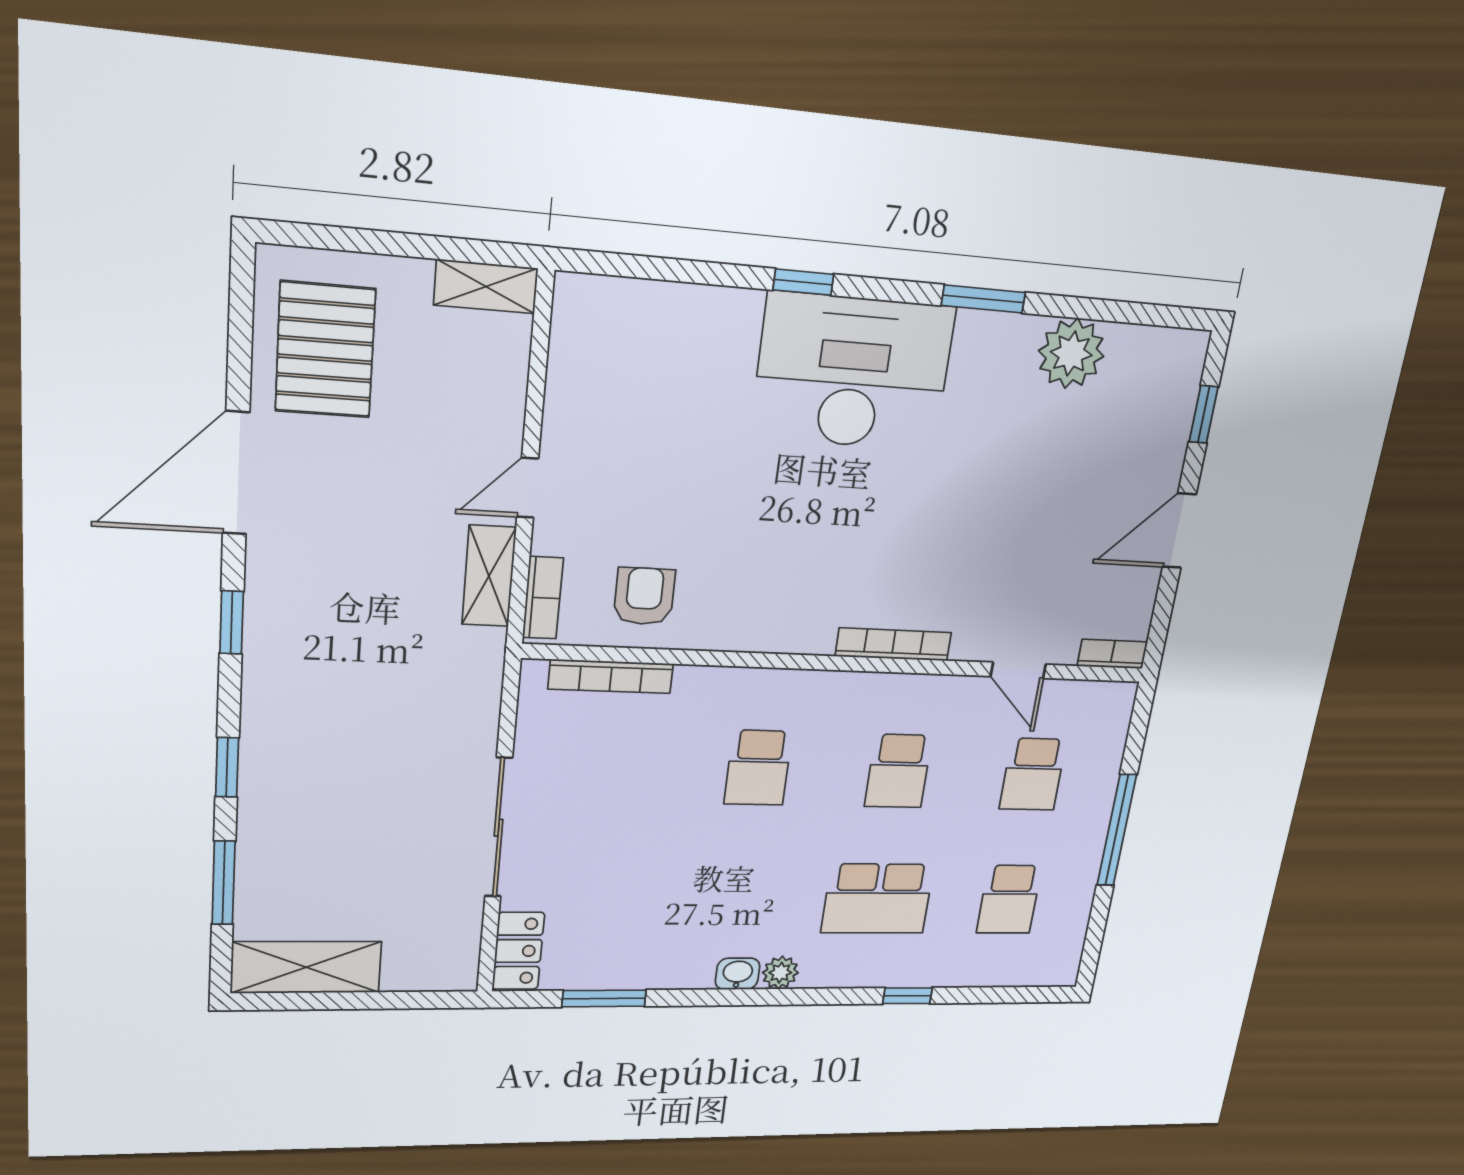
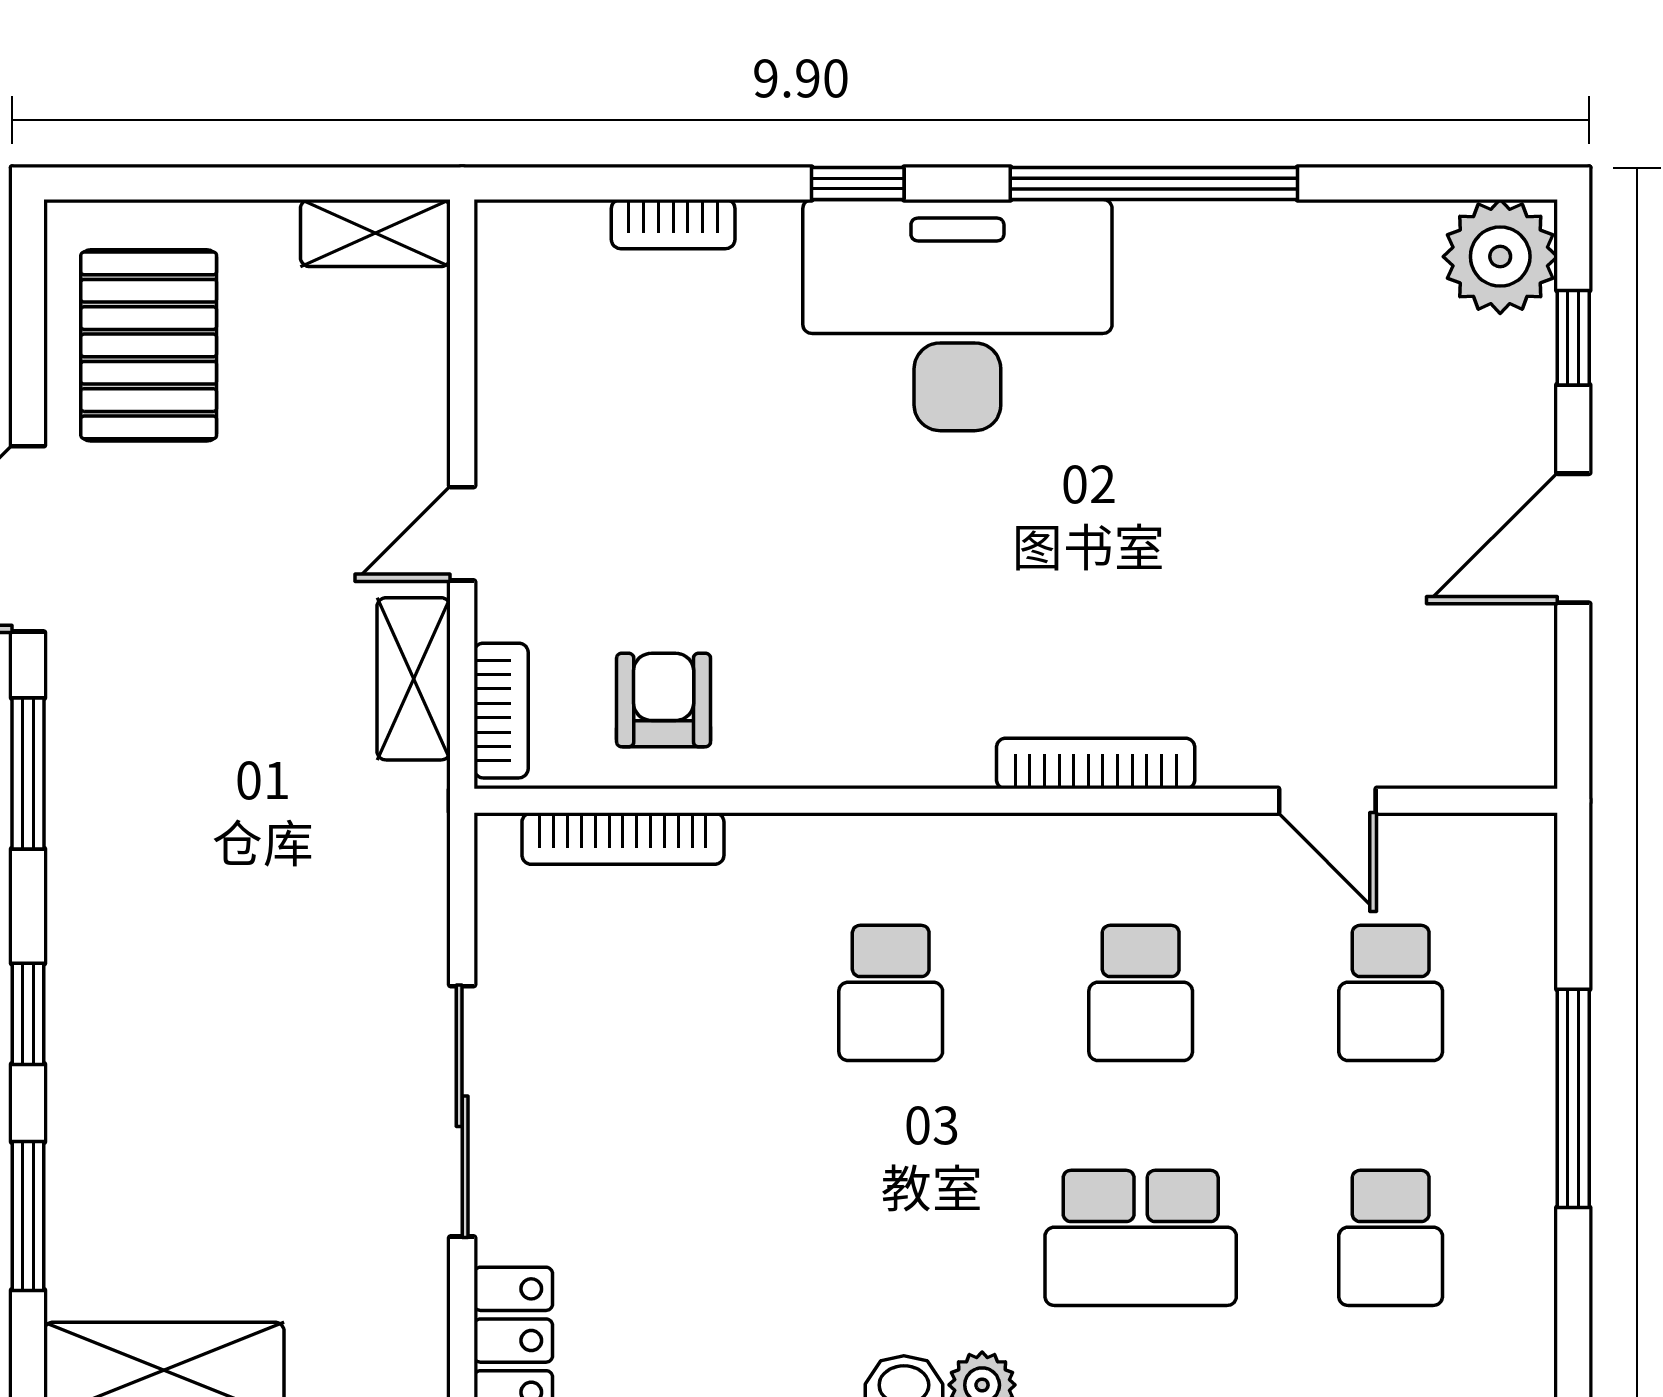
window: (983, 299) -> (1154, 183), width x2.11
plant: (1071, 353) -> (1500, 257), moved
window: (232, 623) -> (28, 773), width x1.50
bookcase: (1112, 654) -> (673, 224), moved, turned 180

